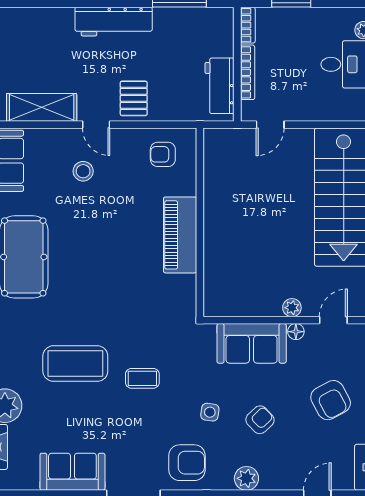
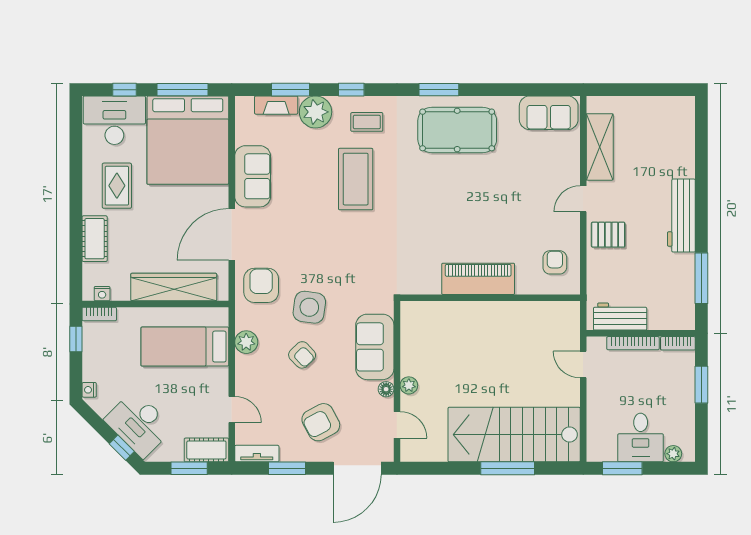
stool: (83, 171) -> (539, 186), removed
coffee table: (142, 378) -> (367, 122), moved, turned 90
side table: (210, 412) -> (309, 307), width x1.87, depth x1.87
armchair: (187, 463) -> (261, 285), turned 180

